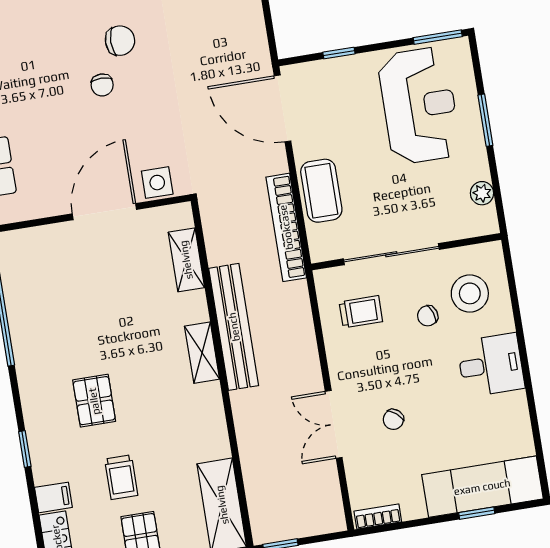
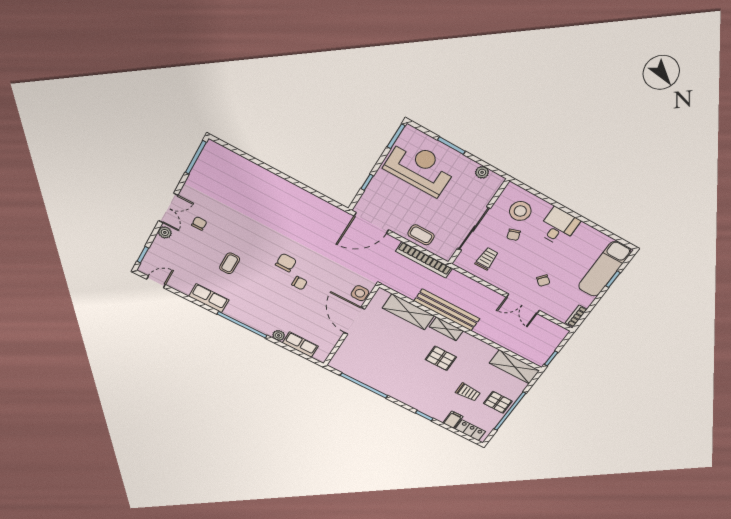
coffee table: (321, 191) -> (421, 235), width x0.73, depth x0.77
shelving: (186, 260) -> (408, 312), width x1.50, depth x1.33
pallet: (94, 401) -> (441, 358), moved

